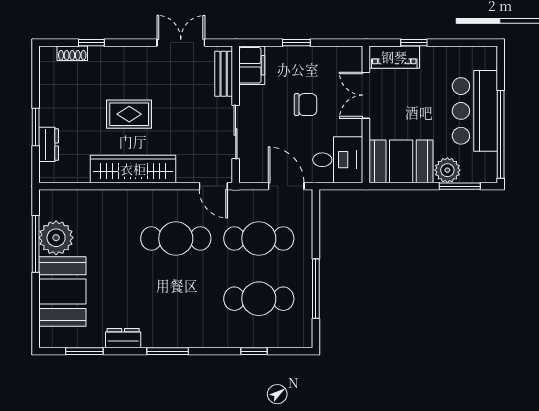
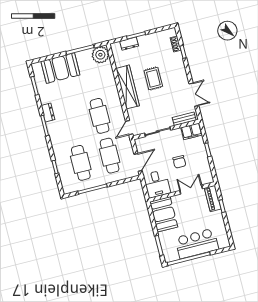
plant: (447, 170) -> (165, 238), removed
plant: (56, 238) -> (100, 55), moved
dresser: (123, 338) -> (48, 113), moved

